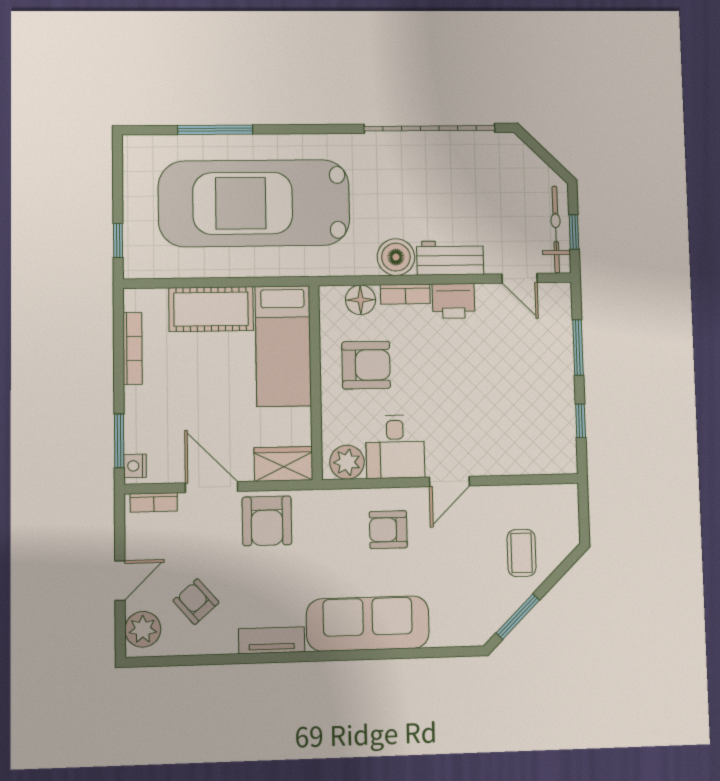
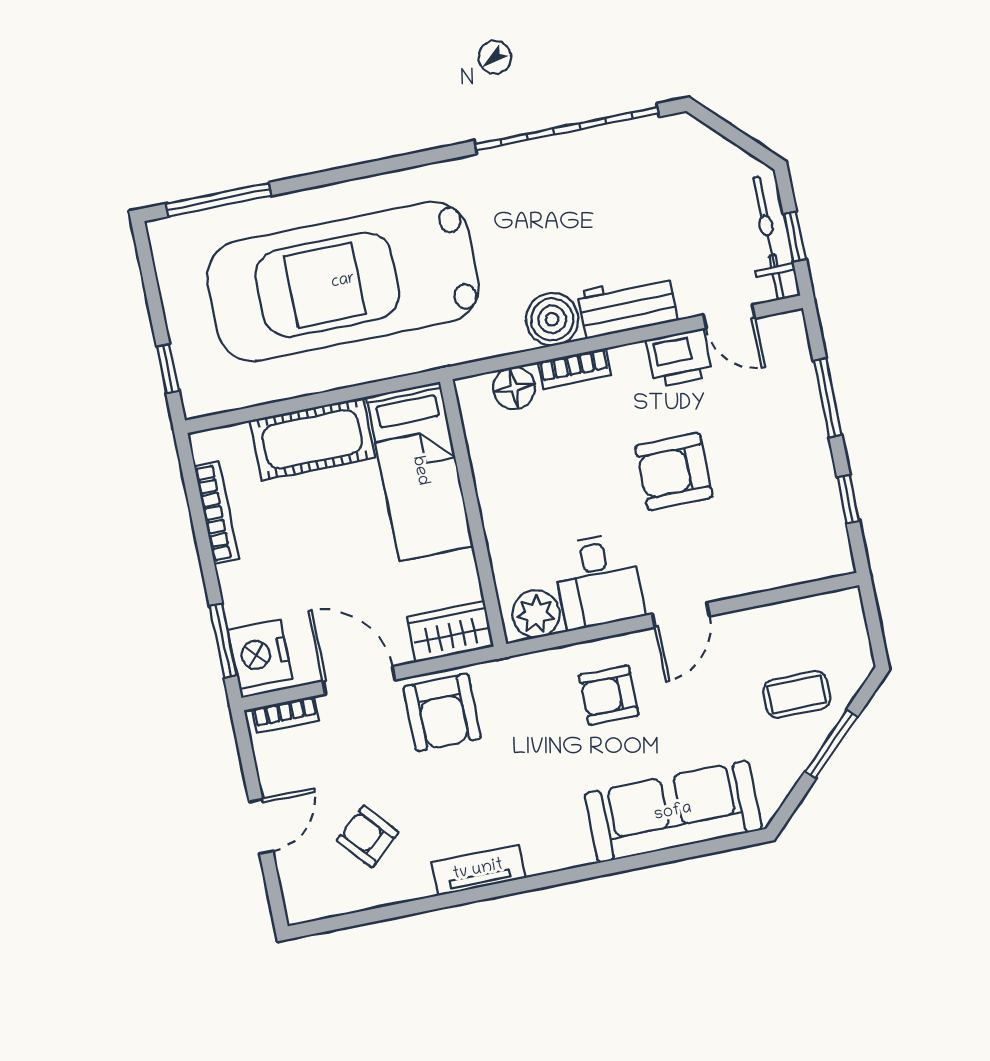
window: (215, 130) -> (219, 200), moved
printer: (453, 301) -> (679, 358), moved
armchair: (366, 365) -> (674, 472), moved, turned 180
nightstand: (135, 466) -> (260, 654), width x1.89, depth x1.79
coffee table: (521, 553) -> (797, 694), turned 90
window: (518, 617) -> (831, 744), moved
sofa: (368, 624) -> (673, 812), moved
plant: (143, 629) -> (304, 885), removed

